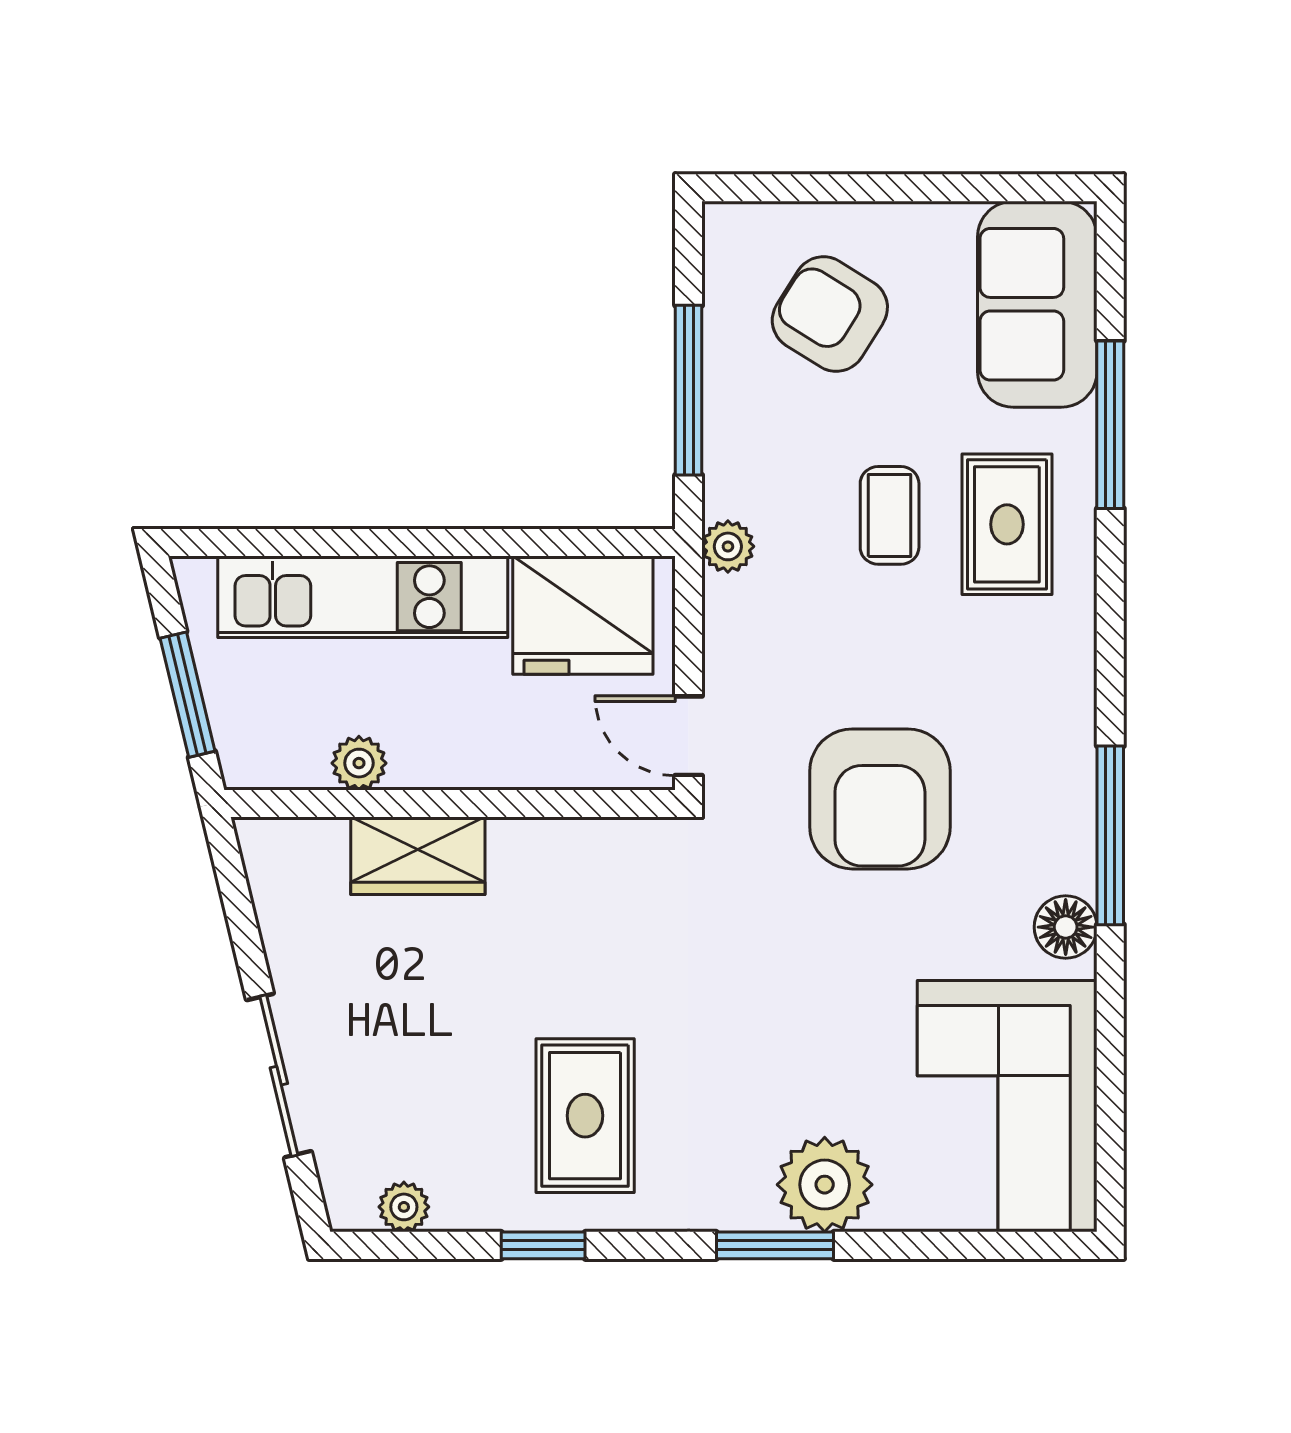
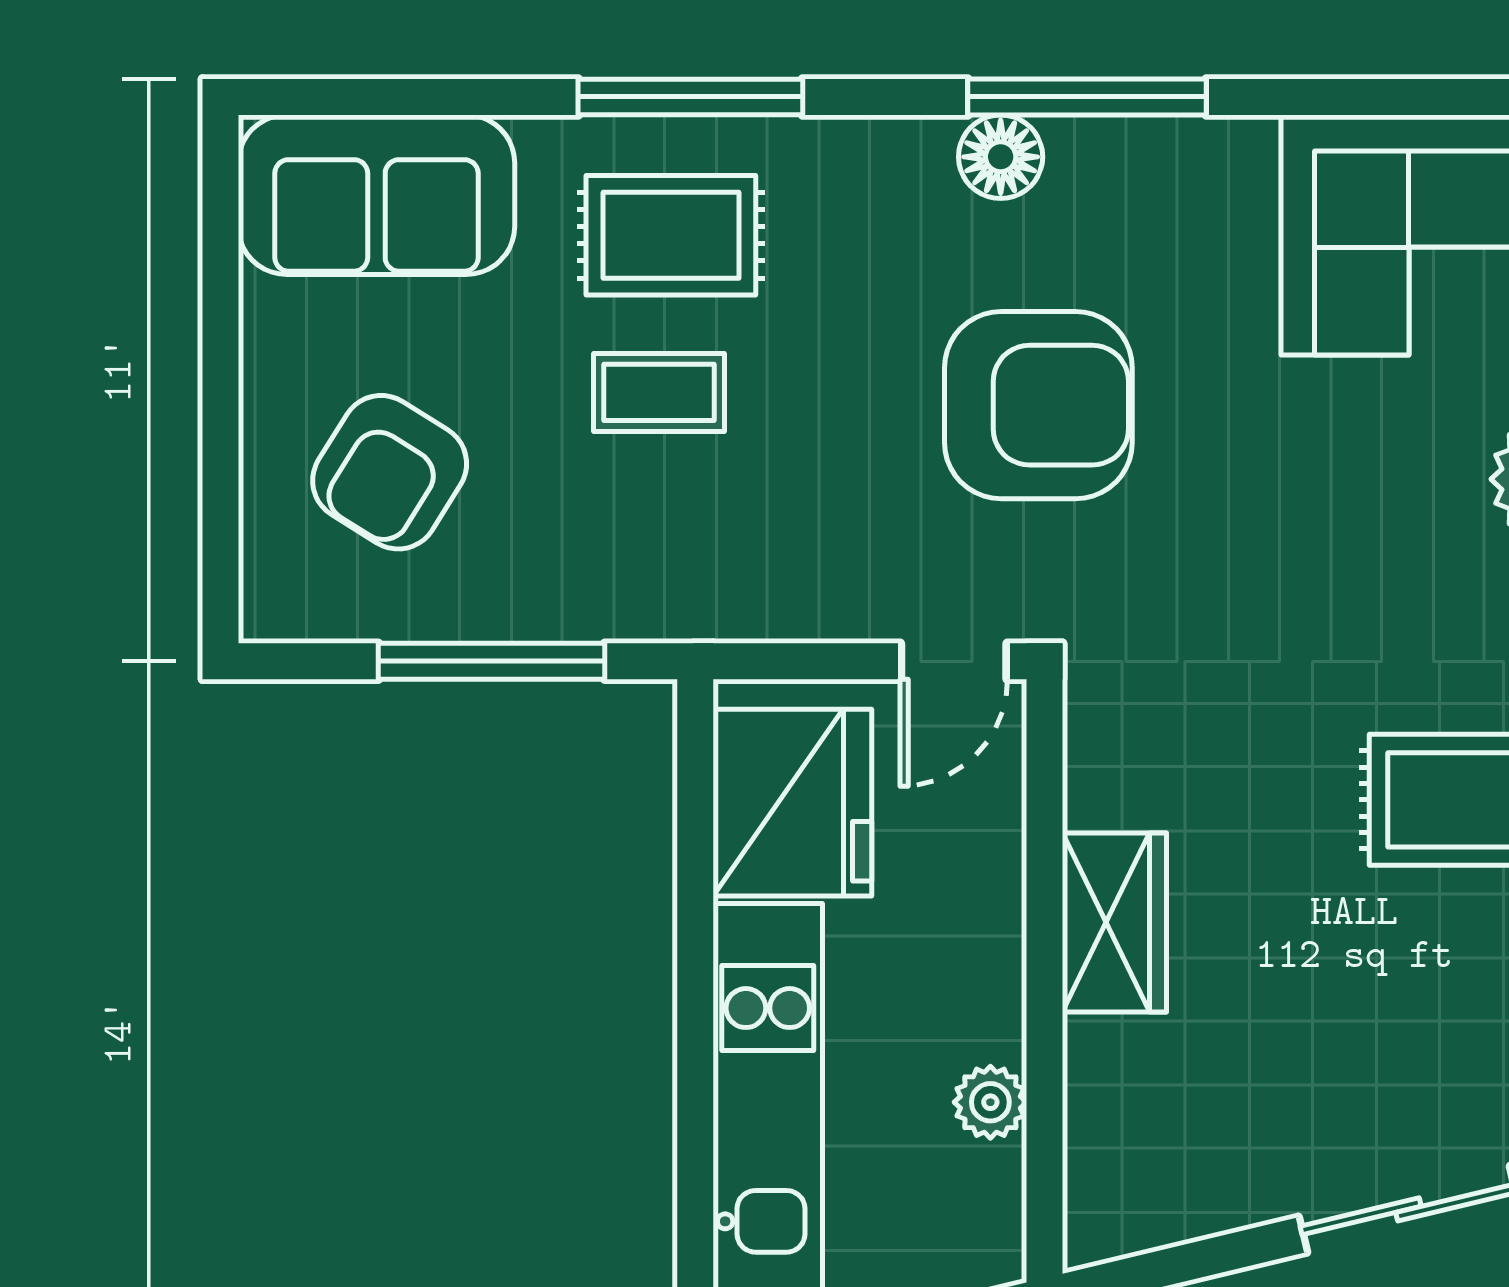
window: (1110, 425) -> (690, 97), moved
plant: (728, 546) -> (701, 609), removed
wardrobe: (418, 856) -> (1114, 922), moved
floor lamp: (1066, 927) -> (1001, 157), moved

